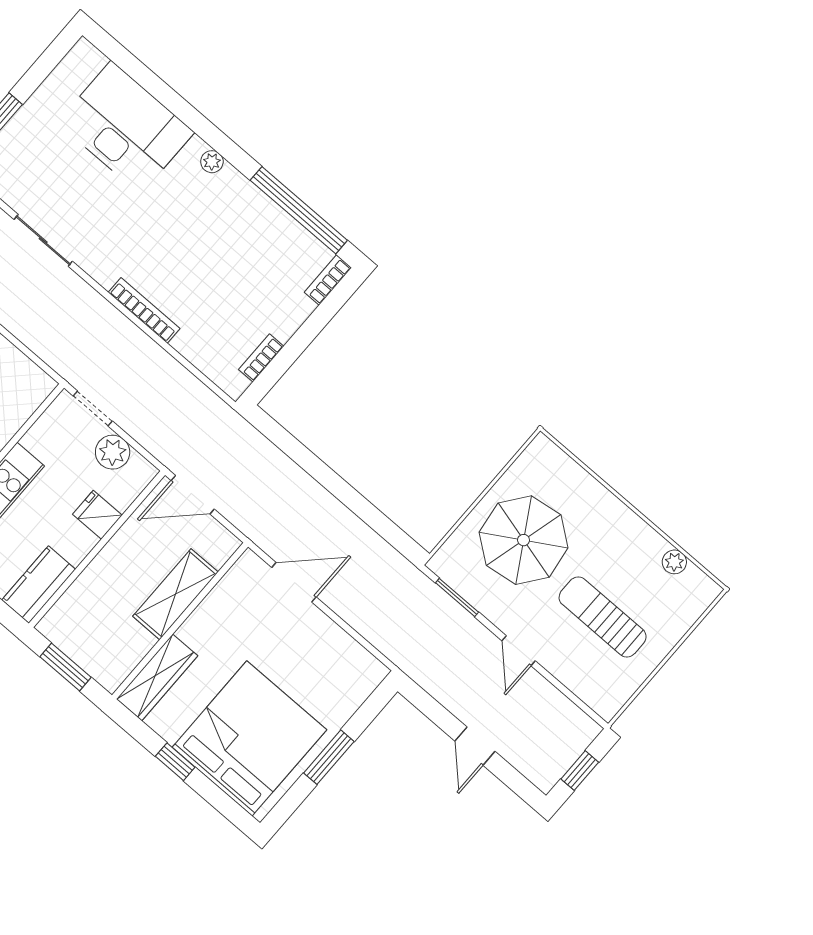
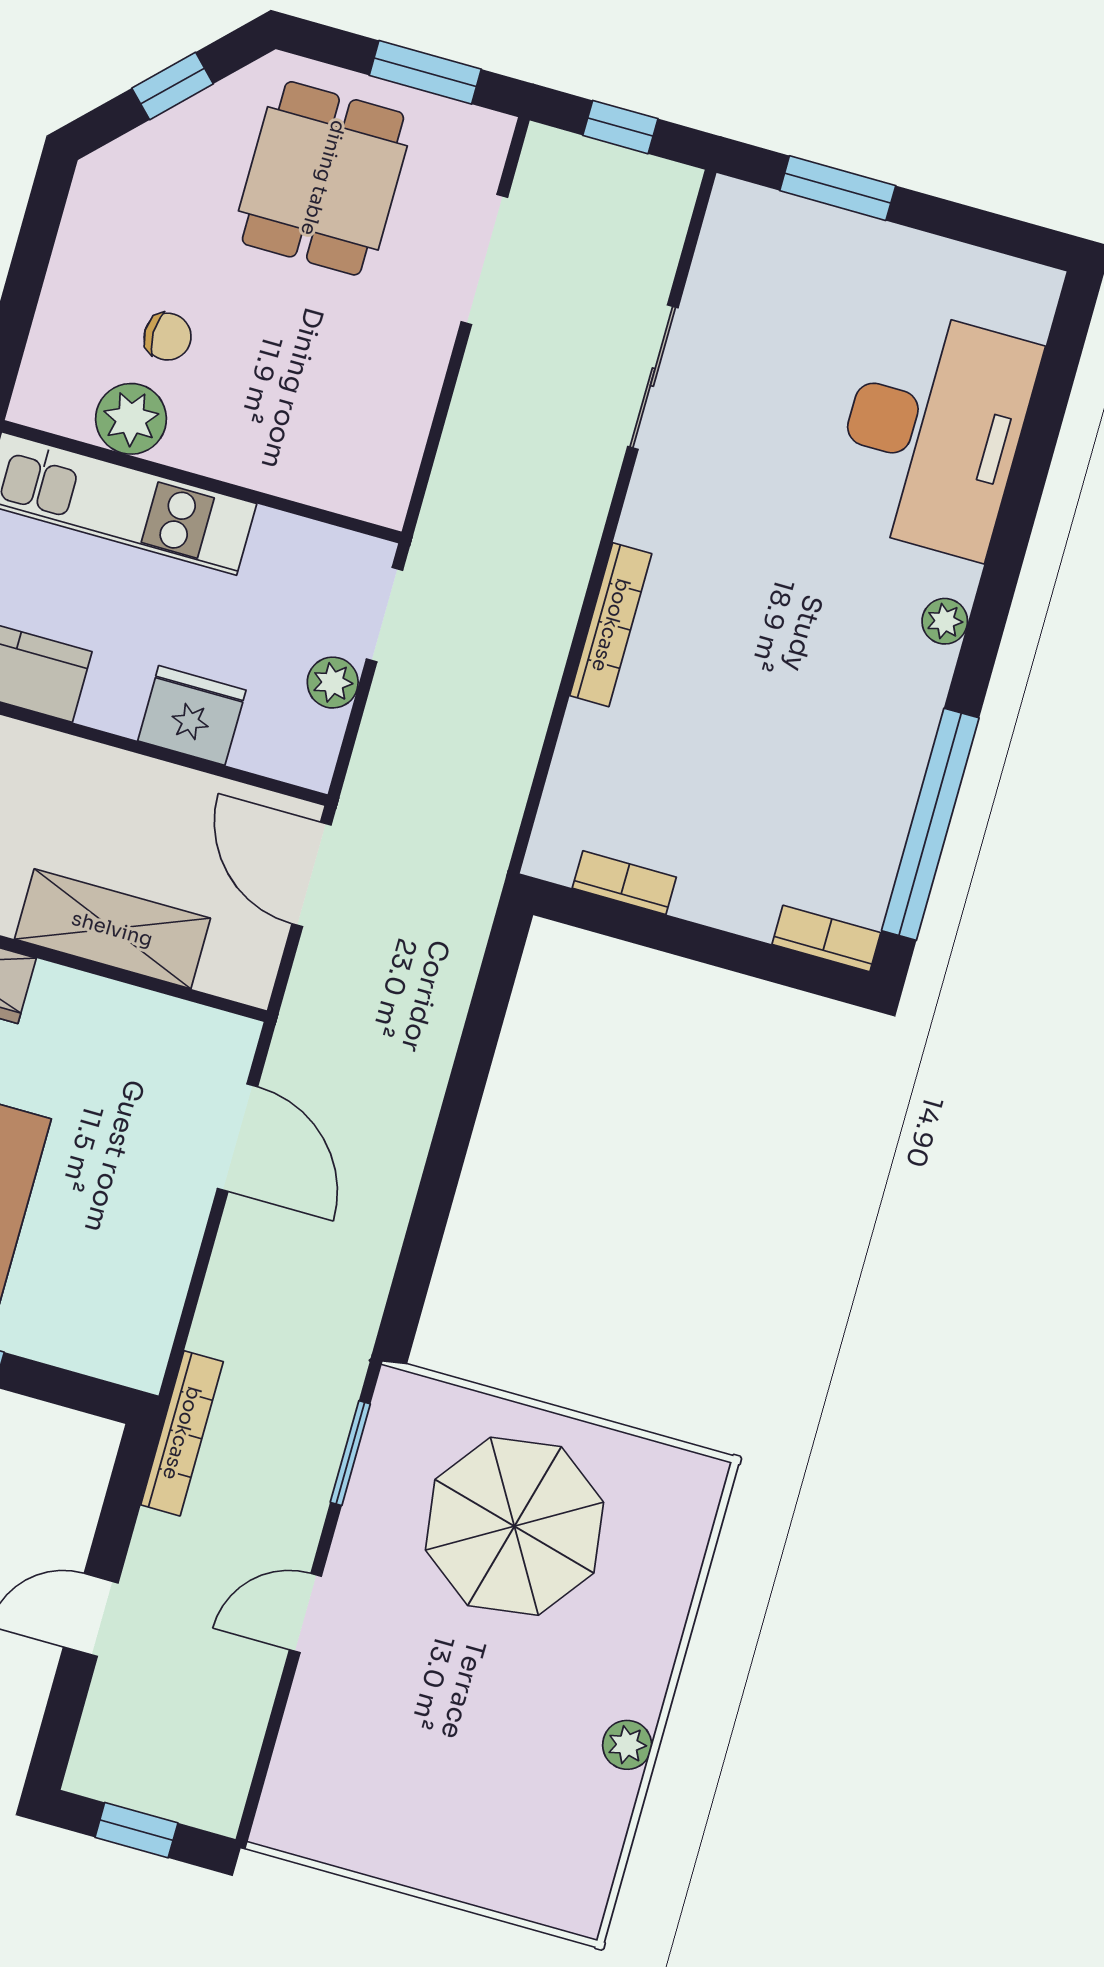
plant: (113, 452) -> (333, 683), width x0.73, depth x0.73
fridge: (97, 515) -> (192, 715), width x1.38
plant: (674, 562) -> (627, 1745), moved
sun lounger: (603, 617) -> (441, 1739), removed
bookcase: (413, 668) -> (182, 1433), added

